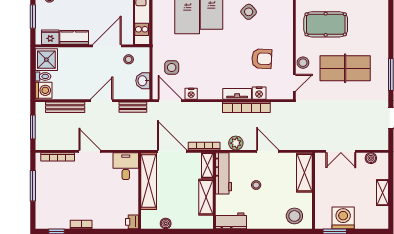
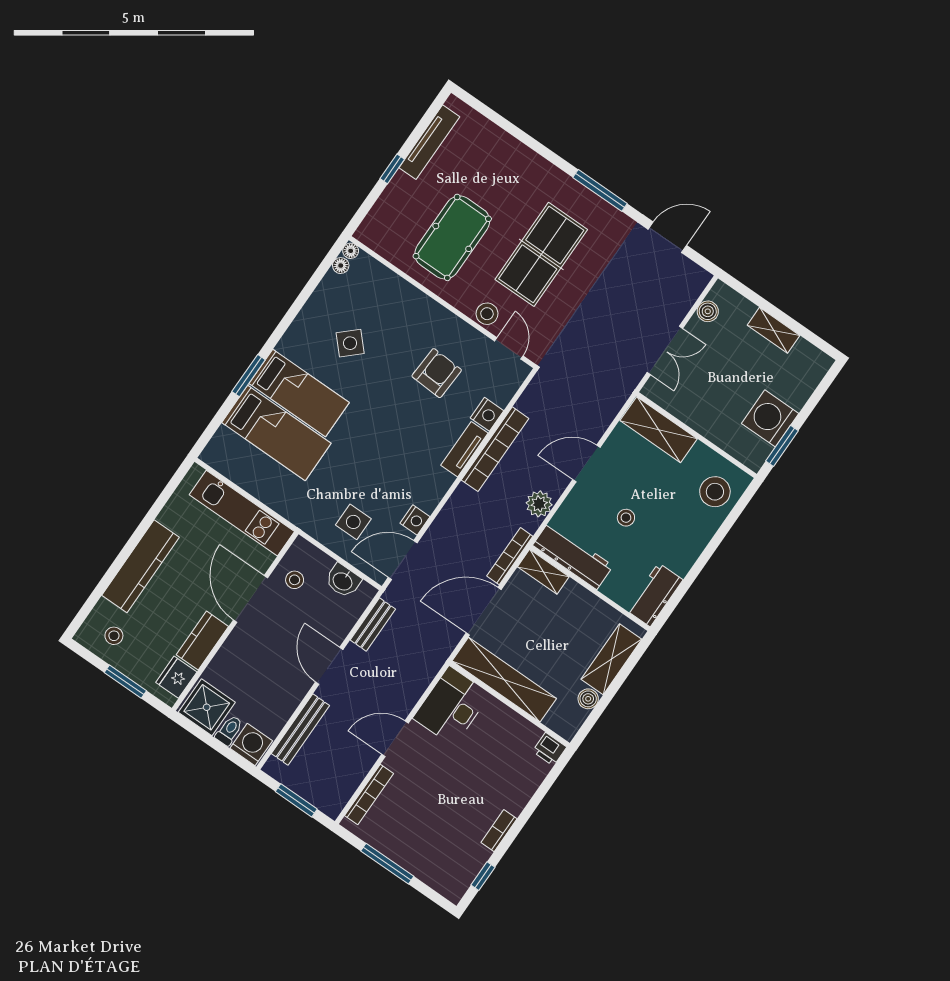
desk: (126, 166) -> (452, 706), width x1.37
shelving: (206, 197) -> (611, 659), moved, turned 90

